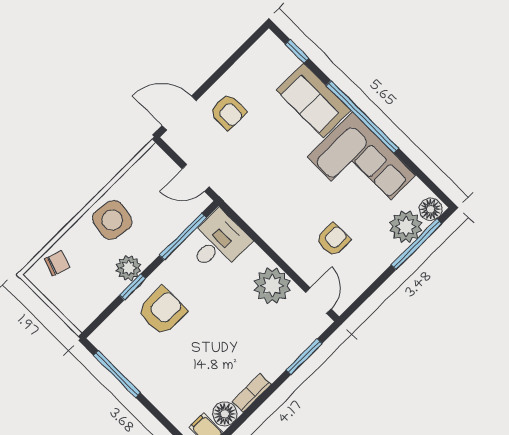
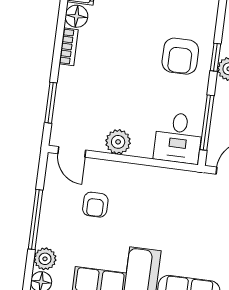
plant: (406, 227) -> (45, 259), width x0.73, depth x0.73
window: (417, 244) -> (35, 219), moved
plant: (272, 286) -> (118, 142), width x0.73, depth x0.73

